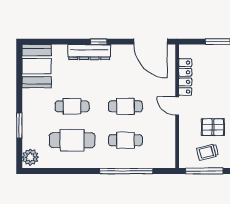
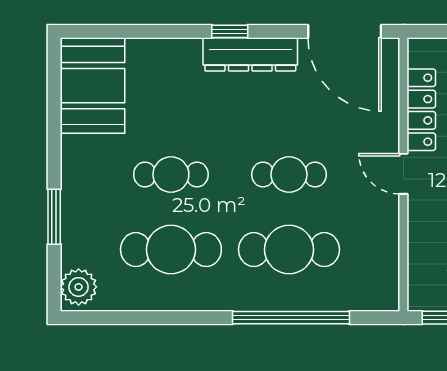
dresser: (89, 52) -> (250, 54), moved
cafe table: (125, 140) -> (289, 250), width x1.37, depth x1.35

